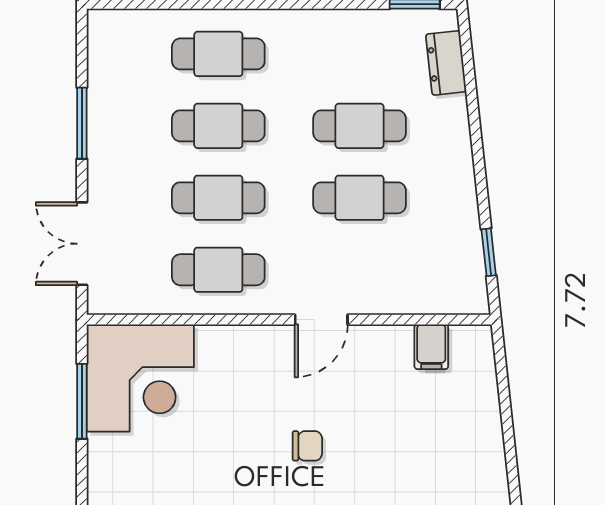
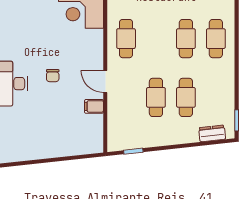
cafe table: (218, 198) -> (156, 39), removed
filing cabinet: (431, 347) -> (94, 106), moved

